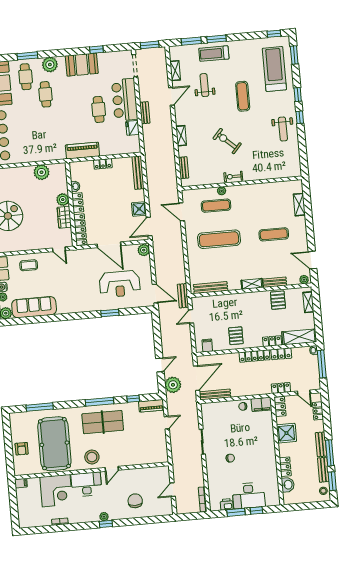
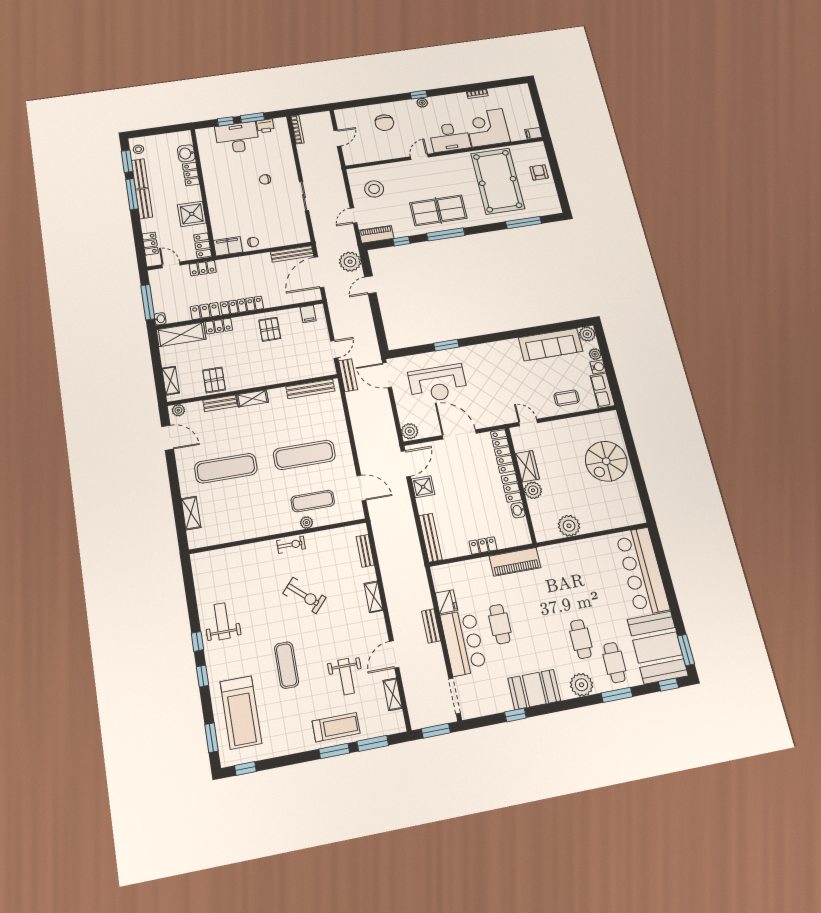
exercise mat: (274, 234) -> (226, 468), width x1.36, depth x1.45
reception desk: (120, 284) -> (438, 384), turned 180
stool: (92, 457) -> (374, 189), moved

